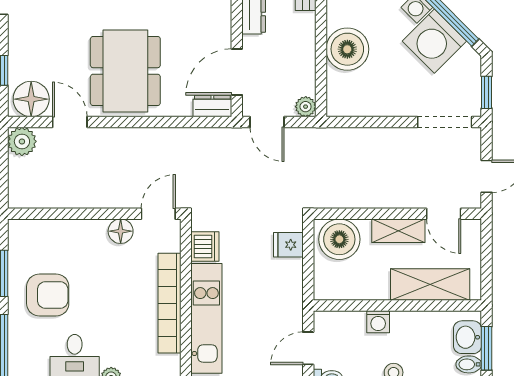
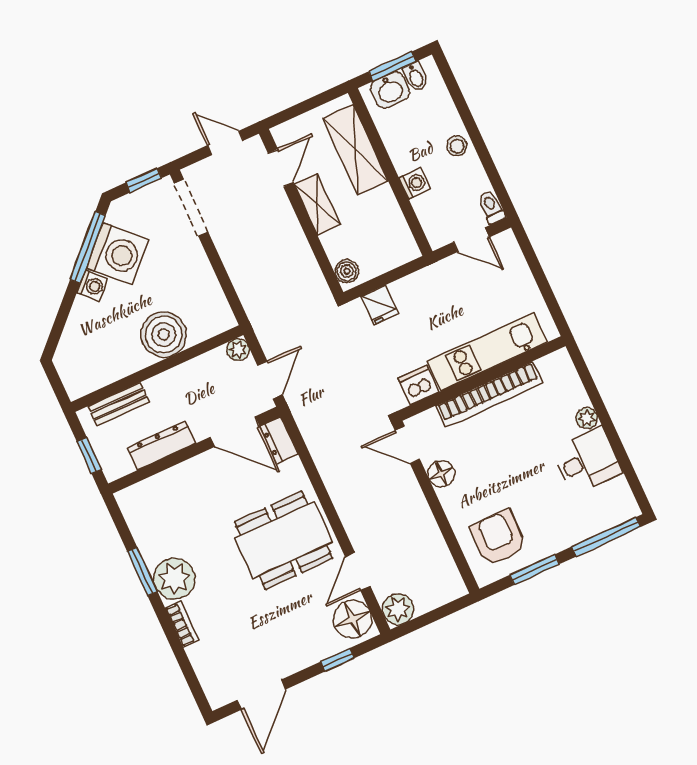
boiler: (339, 239) -> (347, 271), width x0.54, depth x0.54
armchair: (48, 295) -> (498, 538), moved

